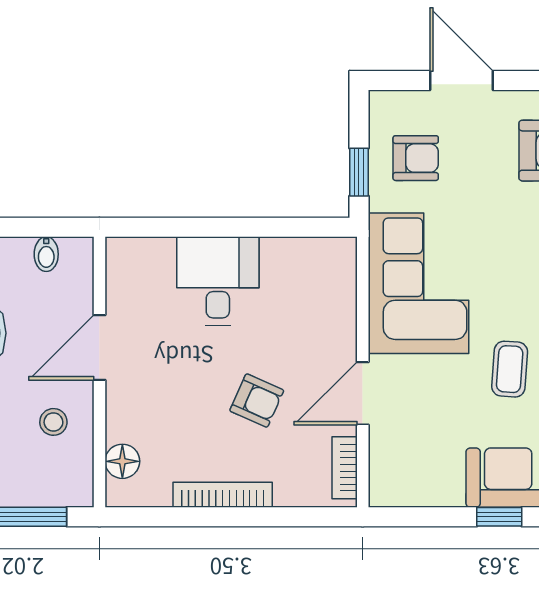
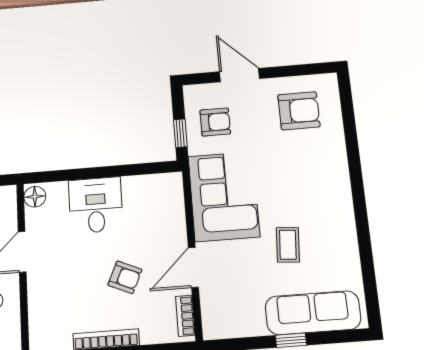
floor lamp: (122, 461) -> (35, 197), moved

